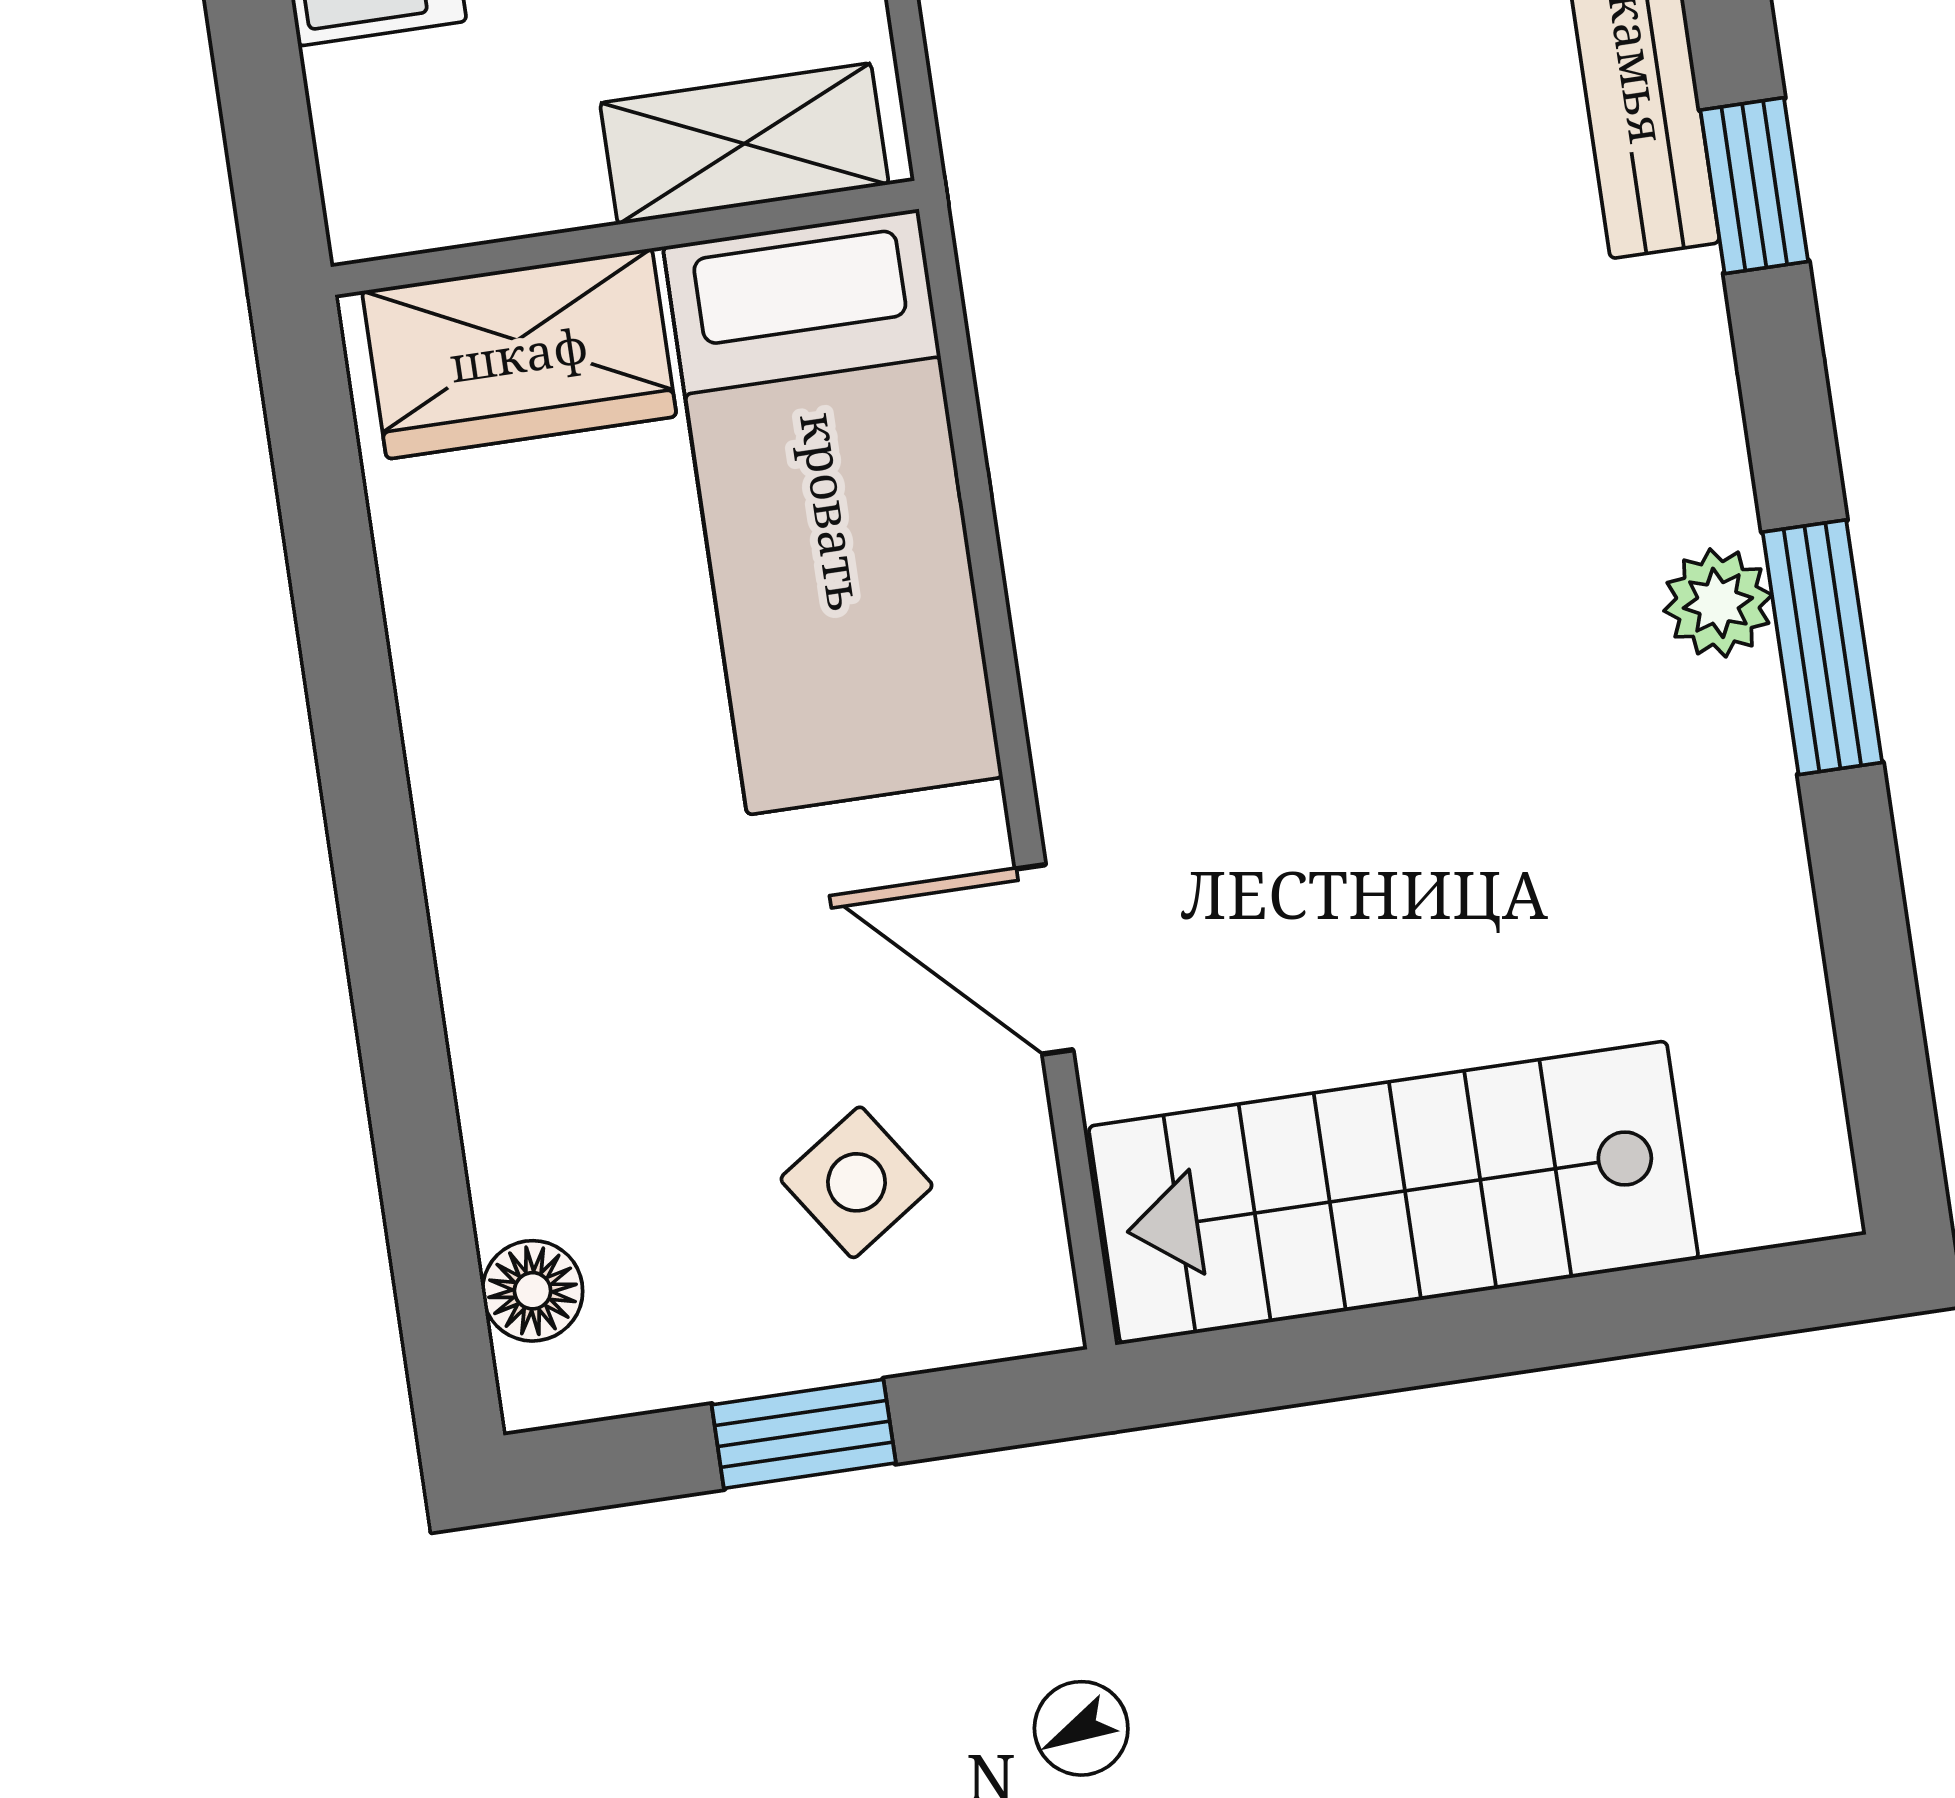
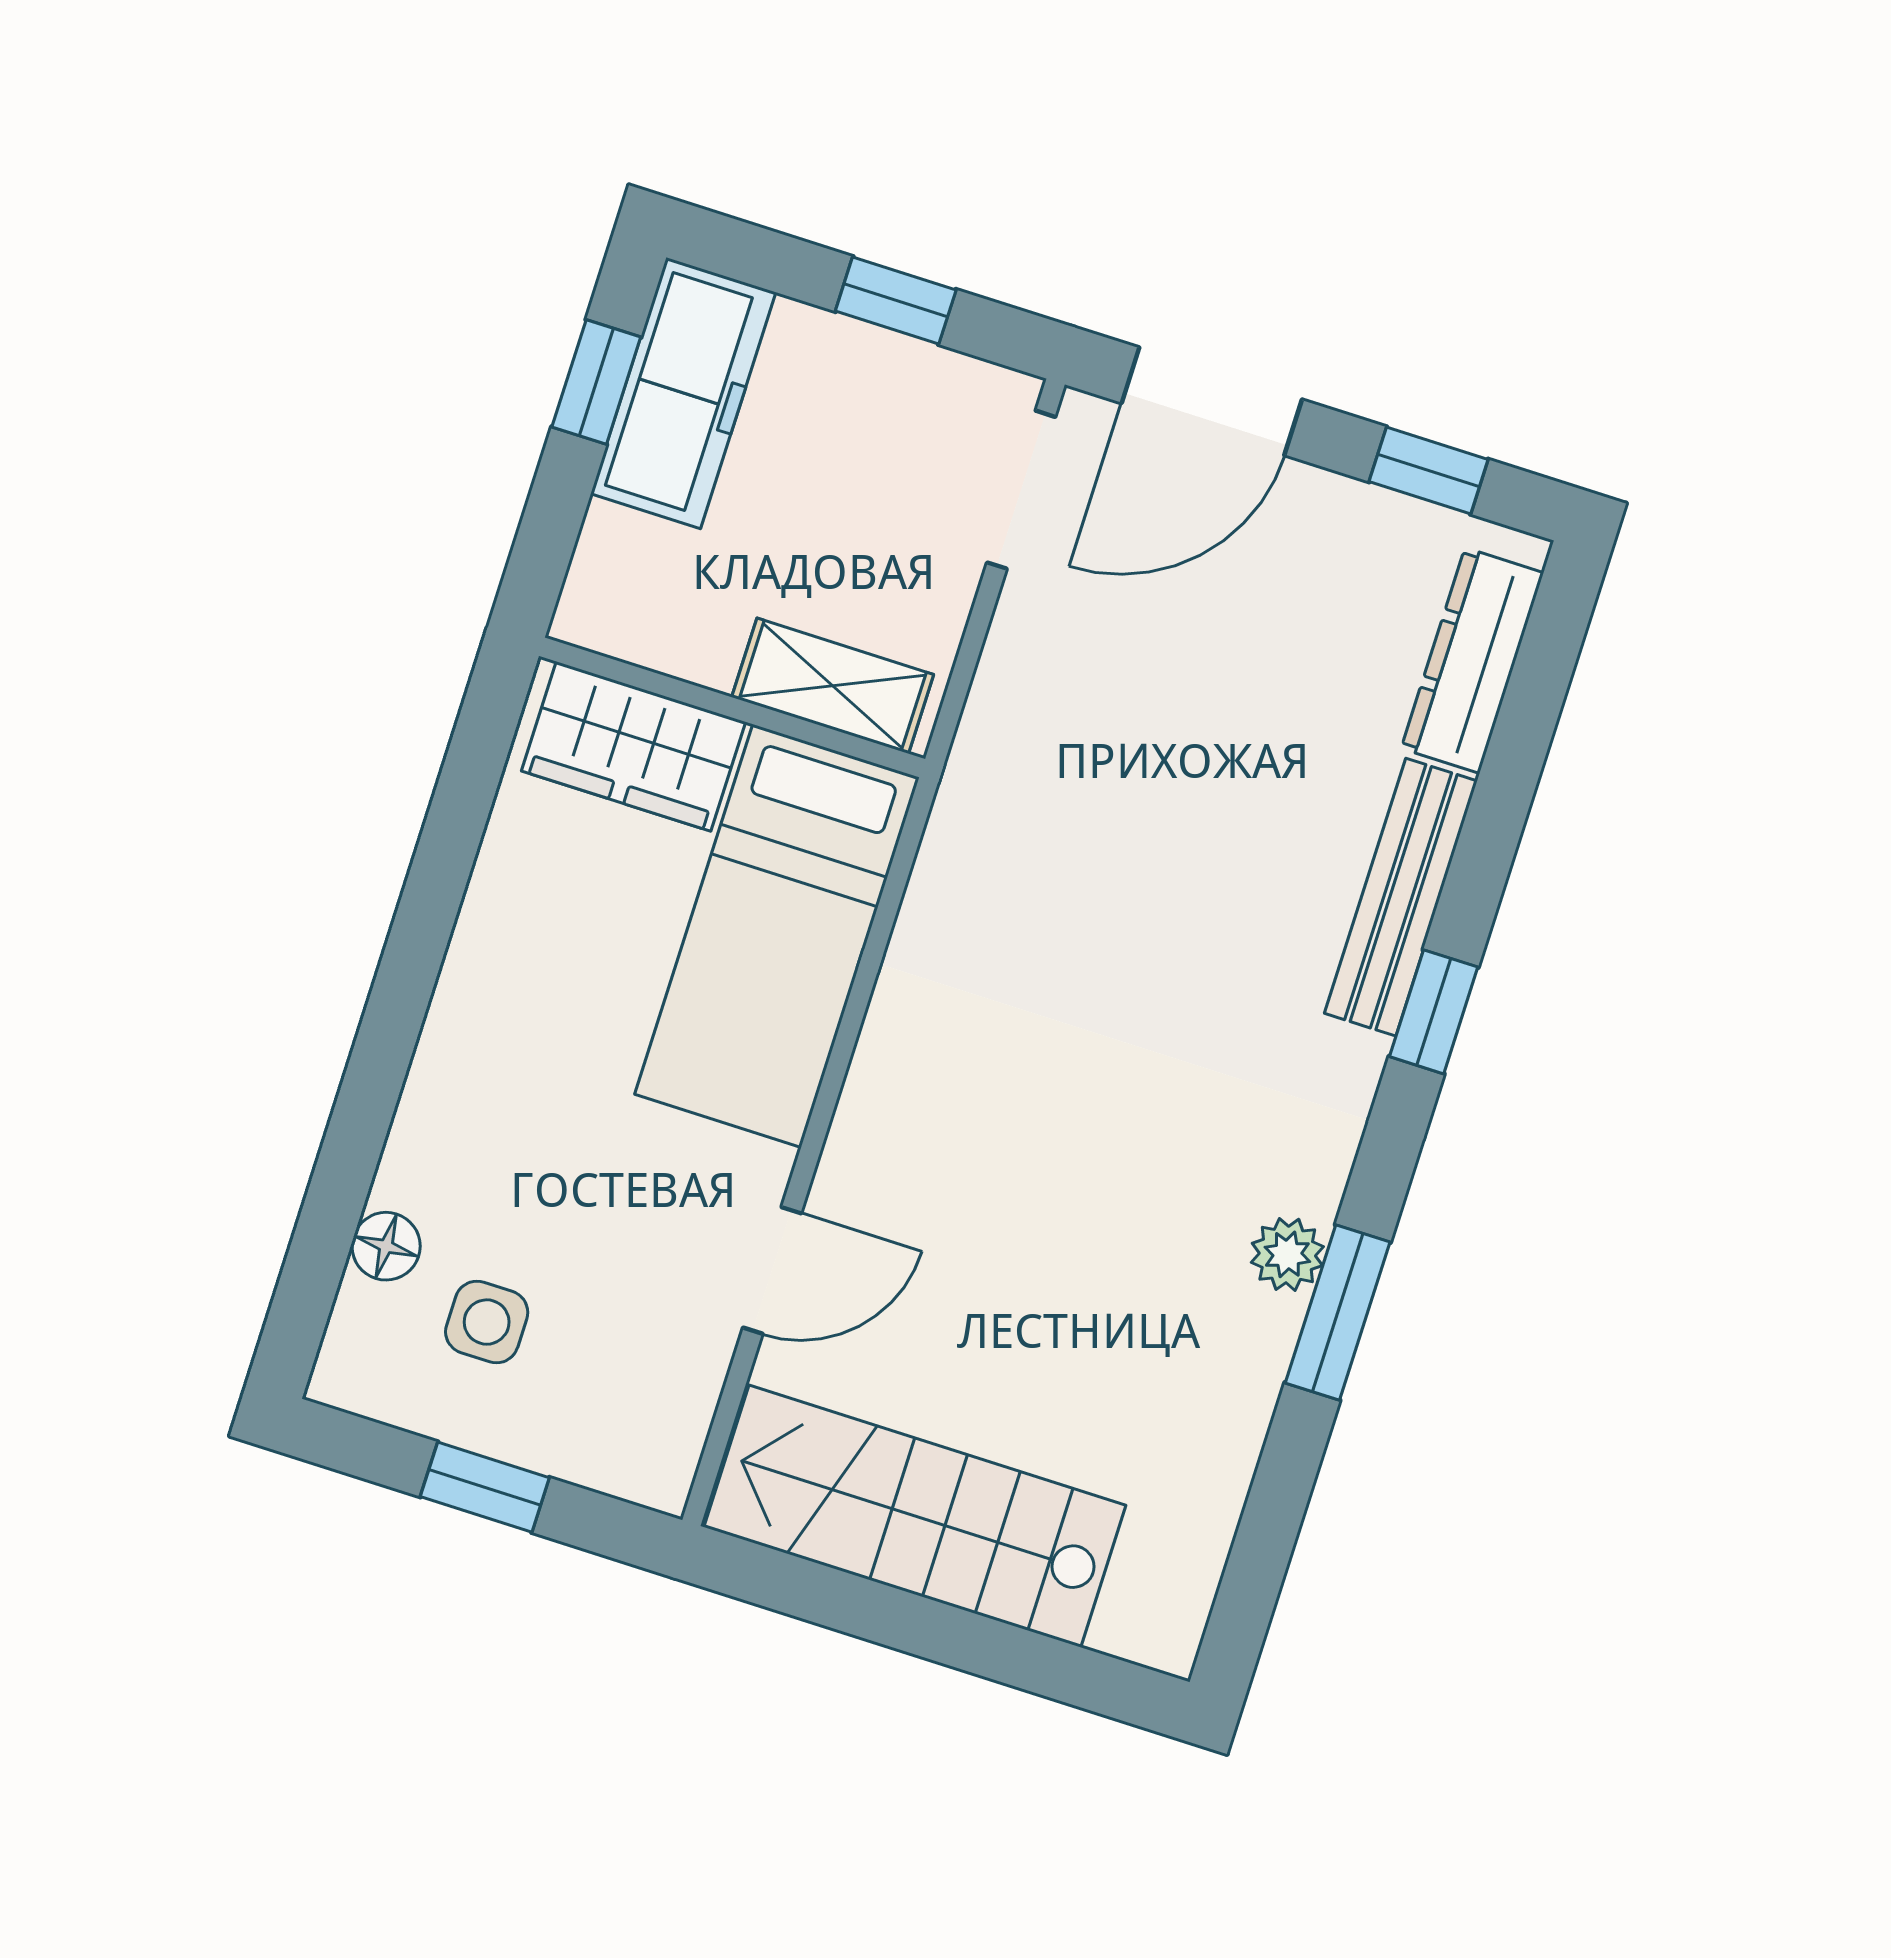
door: (1044, 959) -> (772, 1270), swing flipped
side table: (857, 1182) -> (487, 1322), moved, turned 34
floor lamp: (533, 1291) -> (386, 1246), moved

